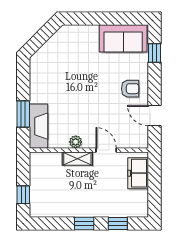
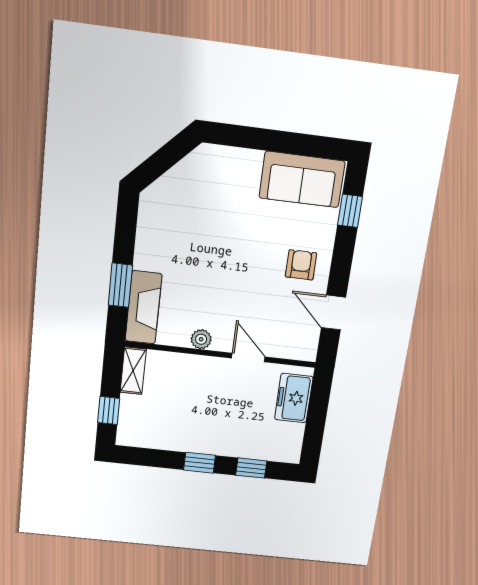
armchair: (130, 89) -> (301, 265), turned -90
shelving: (77, 159) -> (133, 371), moved, turned 90

